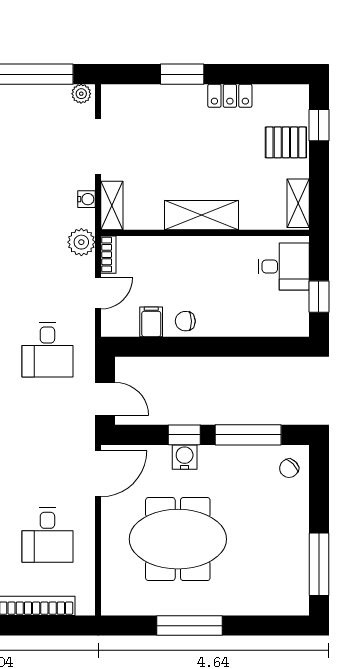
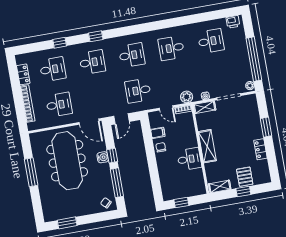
window: (319, 125) -> (243, 191), moved
desk: (284, 266) -> (189, 159), moved, turned -90
desk: (47, 535) -> (59, 105), turned 180
meeting table: (178, 539) -> (67, 161), width x1.36
window: (319, 564) -> (67, 223), width x0.69

